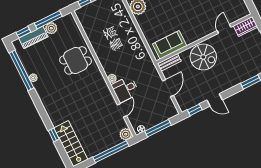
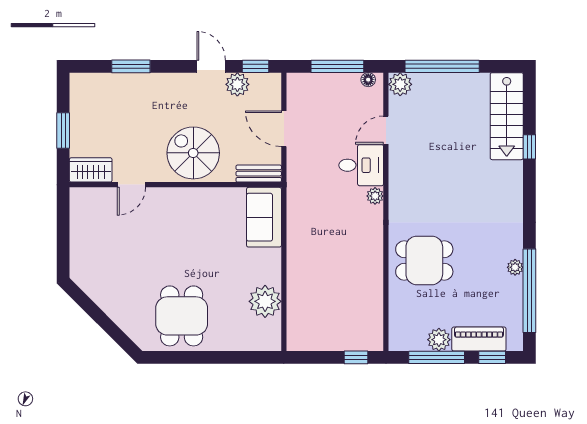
sofa: (170, 45) -> (264, 217), moved, turned 90
door: (168, 88) -> (284, 129), hinge flipped
plant: (199, 98) -> (237, 84), added

